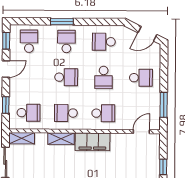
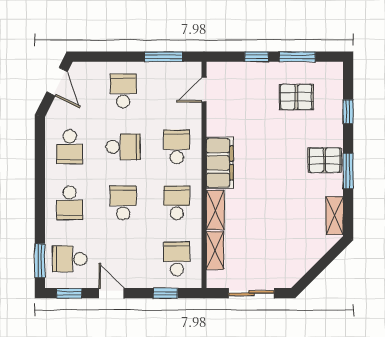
window: (62, 22) -> (40, 261), moved
school desk: (66, 41) -> (70, 203), turned -90
school desk: (66, 113) -> (177, 203), turned 180
door: (141, 132) -> (204, 90), hinge flipped
shelving: (22, 138) -> (215, 250), moved

